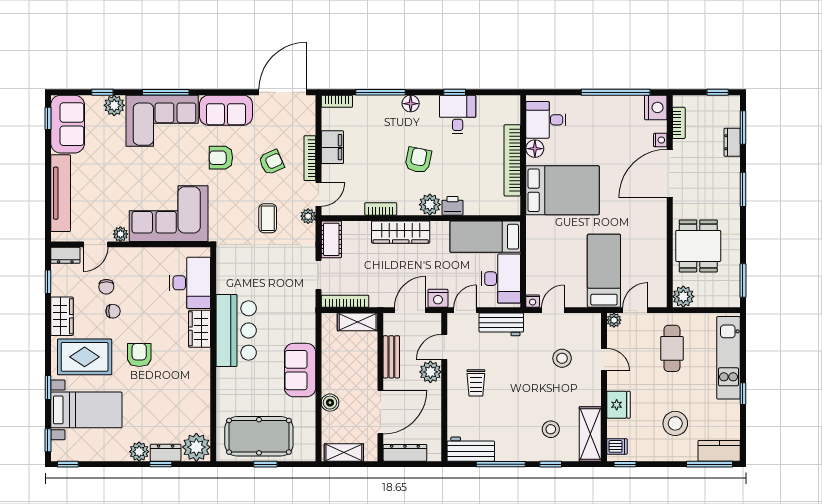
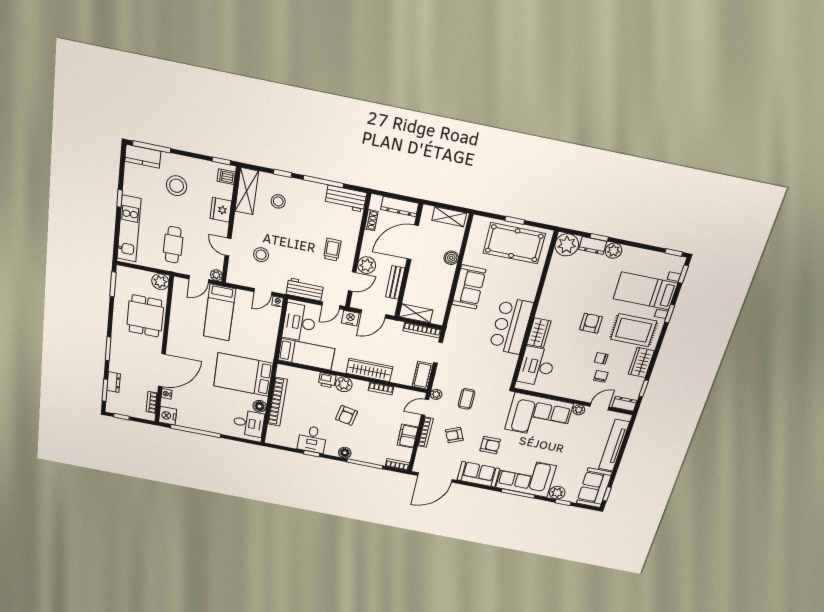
armchair: (139, 355) -> (591, 323), turned 180
shoe rack: (435, 429) -> (371, 220), added

